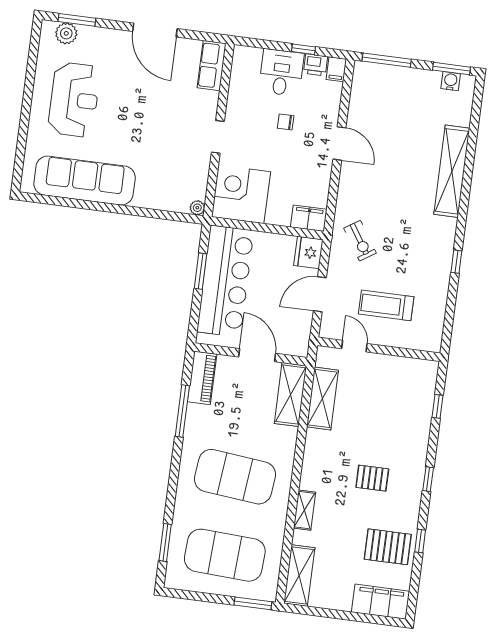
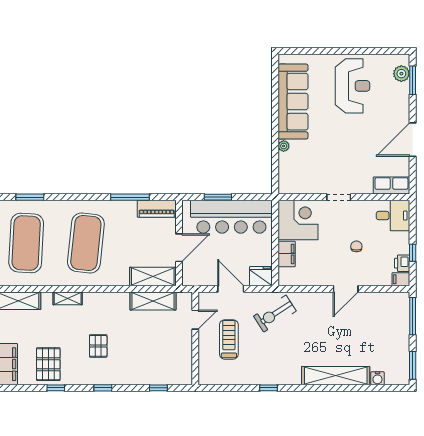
desk: (281, 73) -> (393, 216), moved
water cooler: (451, 81) -> (377, 378), moved, turned 90
reception desk: (74, 100) -> (353, 86), turned -90
plant: (197, 208) -> (284, 146), moved
filing cabinet: (309, 218) -> (287, 254), moved
exercise bike: (360, 241) -> (275, 314), width x1.38, depth x1.39
window: (200, 271) -> (218, 197), moved

